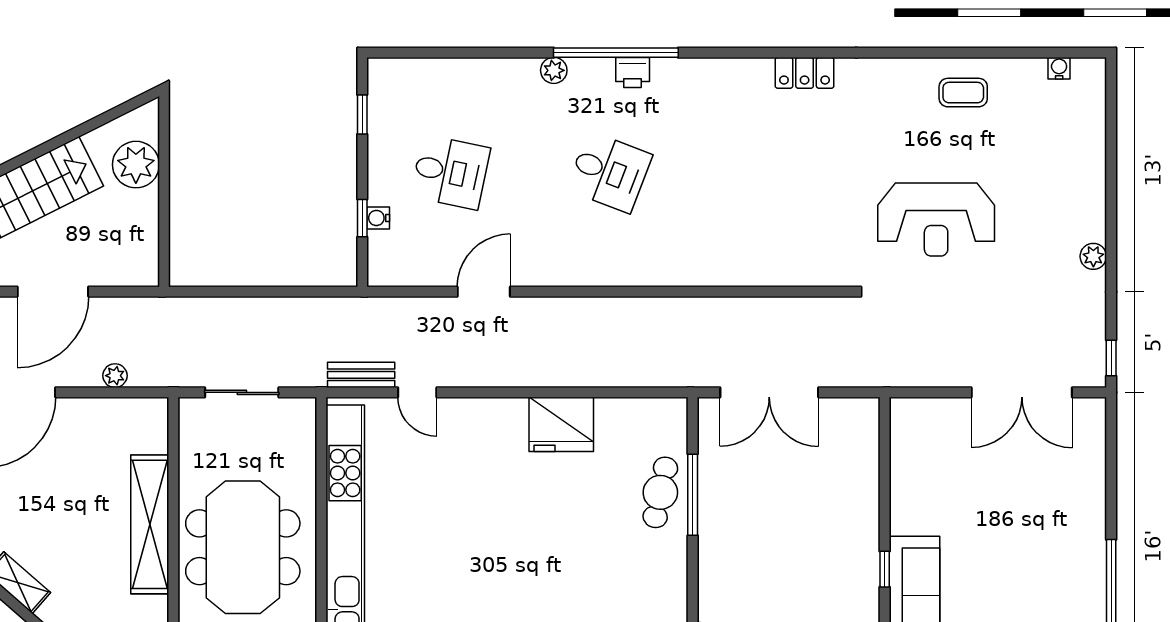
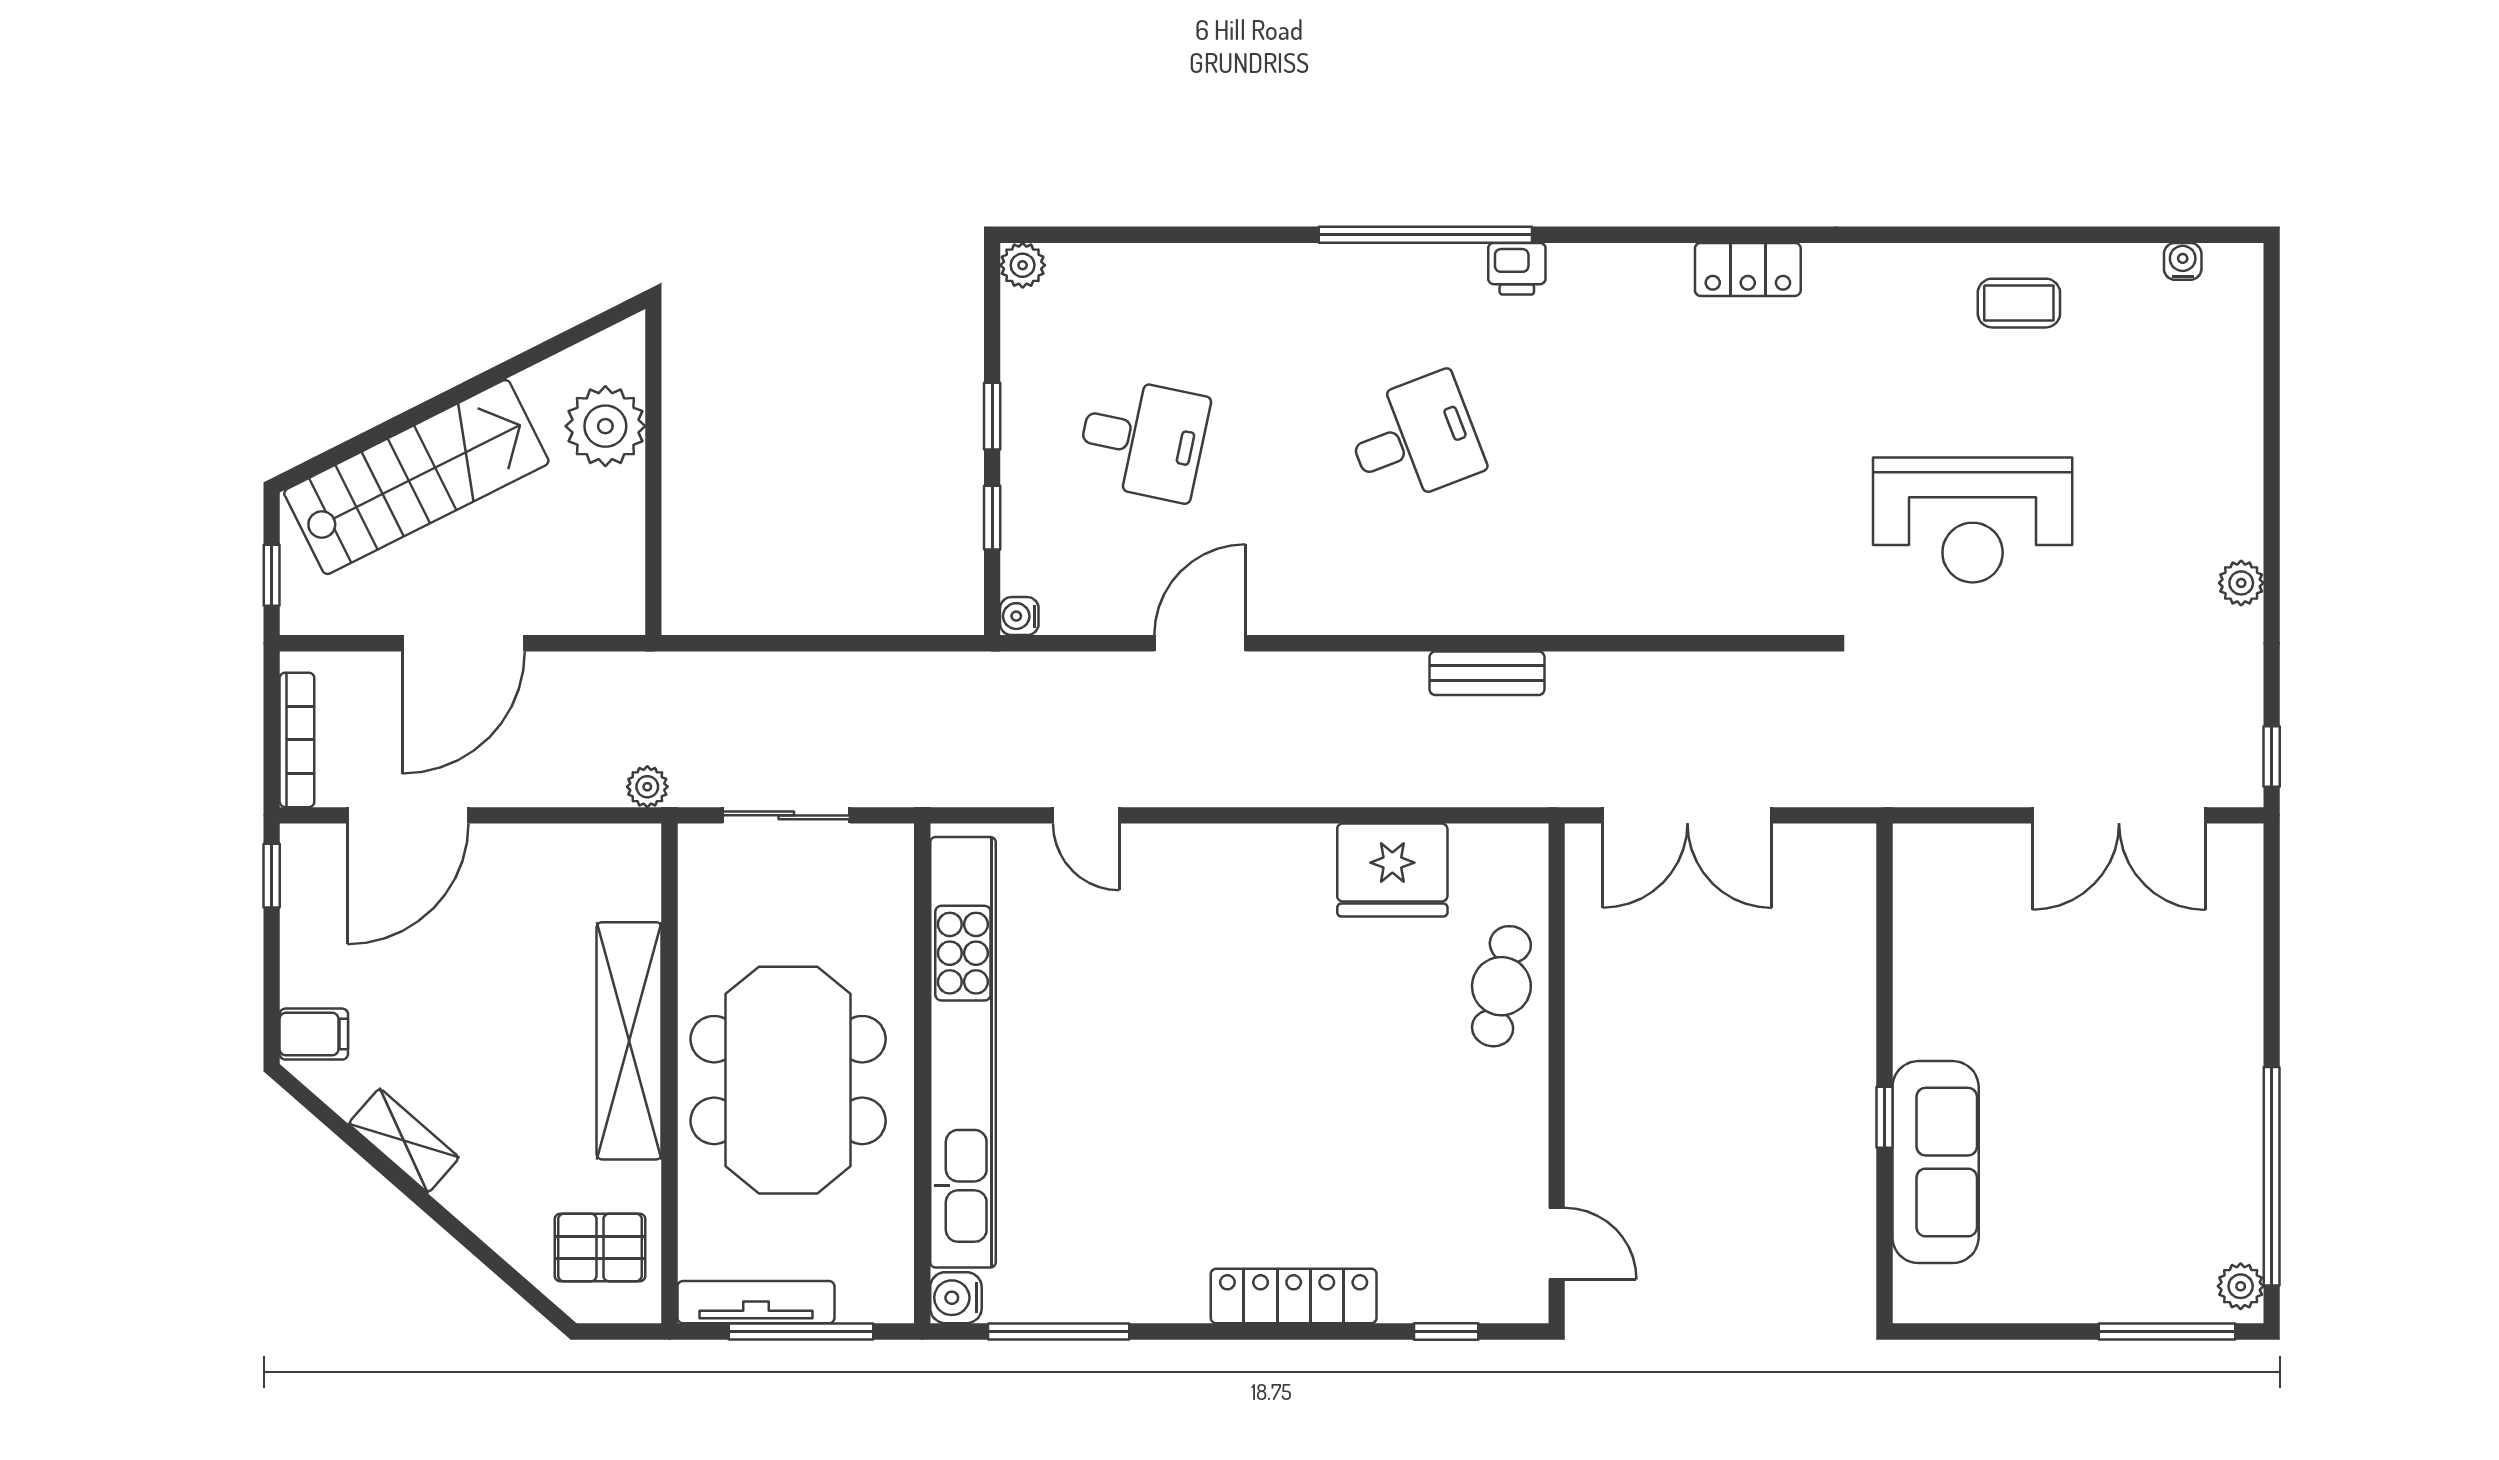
plant: (554, 70) -> (1023, 265), moved
printer: (633, 72) -> (1517, 269), moved
window: (362, 114) -> (992, 416), moved
desk: (609, 172) -> (1414, 439), turned -42
water cooler: (378, 218) -> (1019, 616), moved
bench: (361, 375) -> (1487, 673), moved
plant: (115, 376) -> (647, 787), moved
fridge: (561, 424) -> (1392, 870), moved
window: (693, 495) -> (1557, 990), removed

